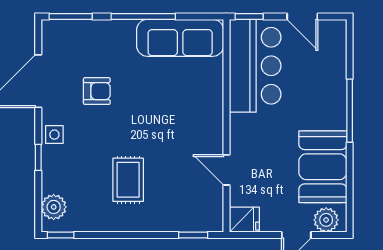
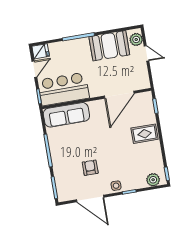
sofa: (180, 38) -> (66, 115), moved, turned 90
door: (227, 170) -> (119, 95), width x1.87
rug: (128, 180) -> (145, 134), moved
fridge: (244, 220) -> (41, 51), moved, turned 90

